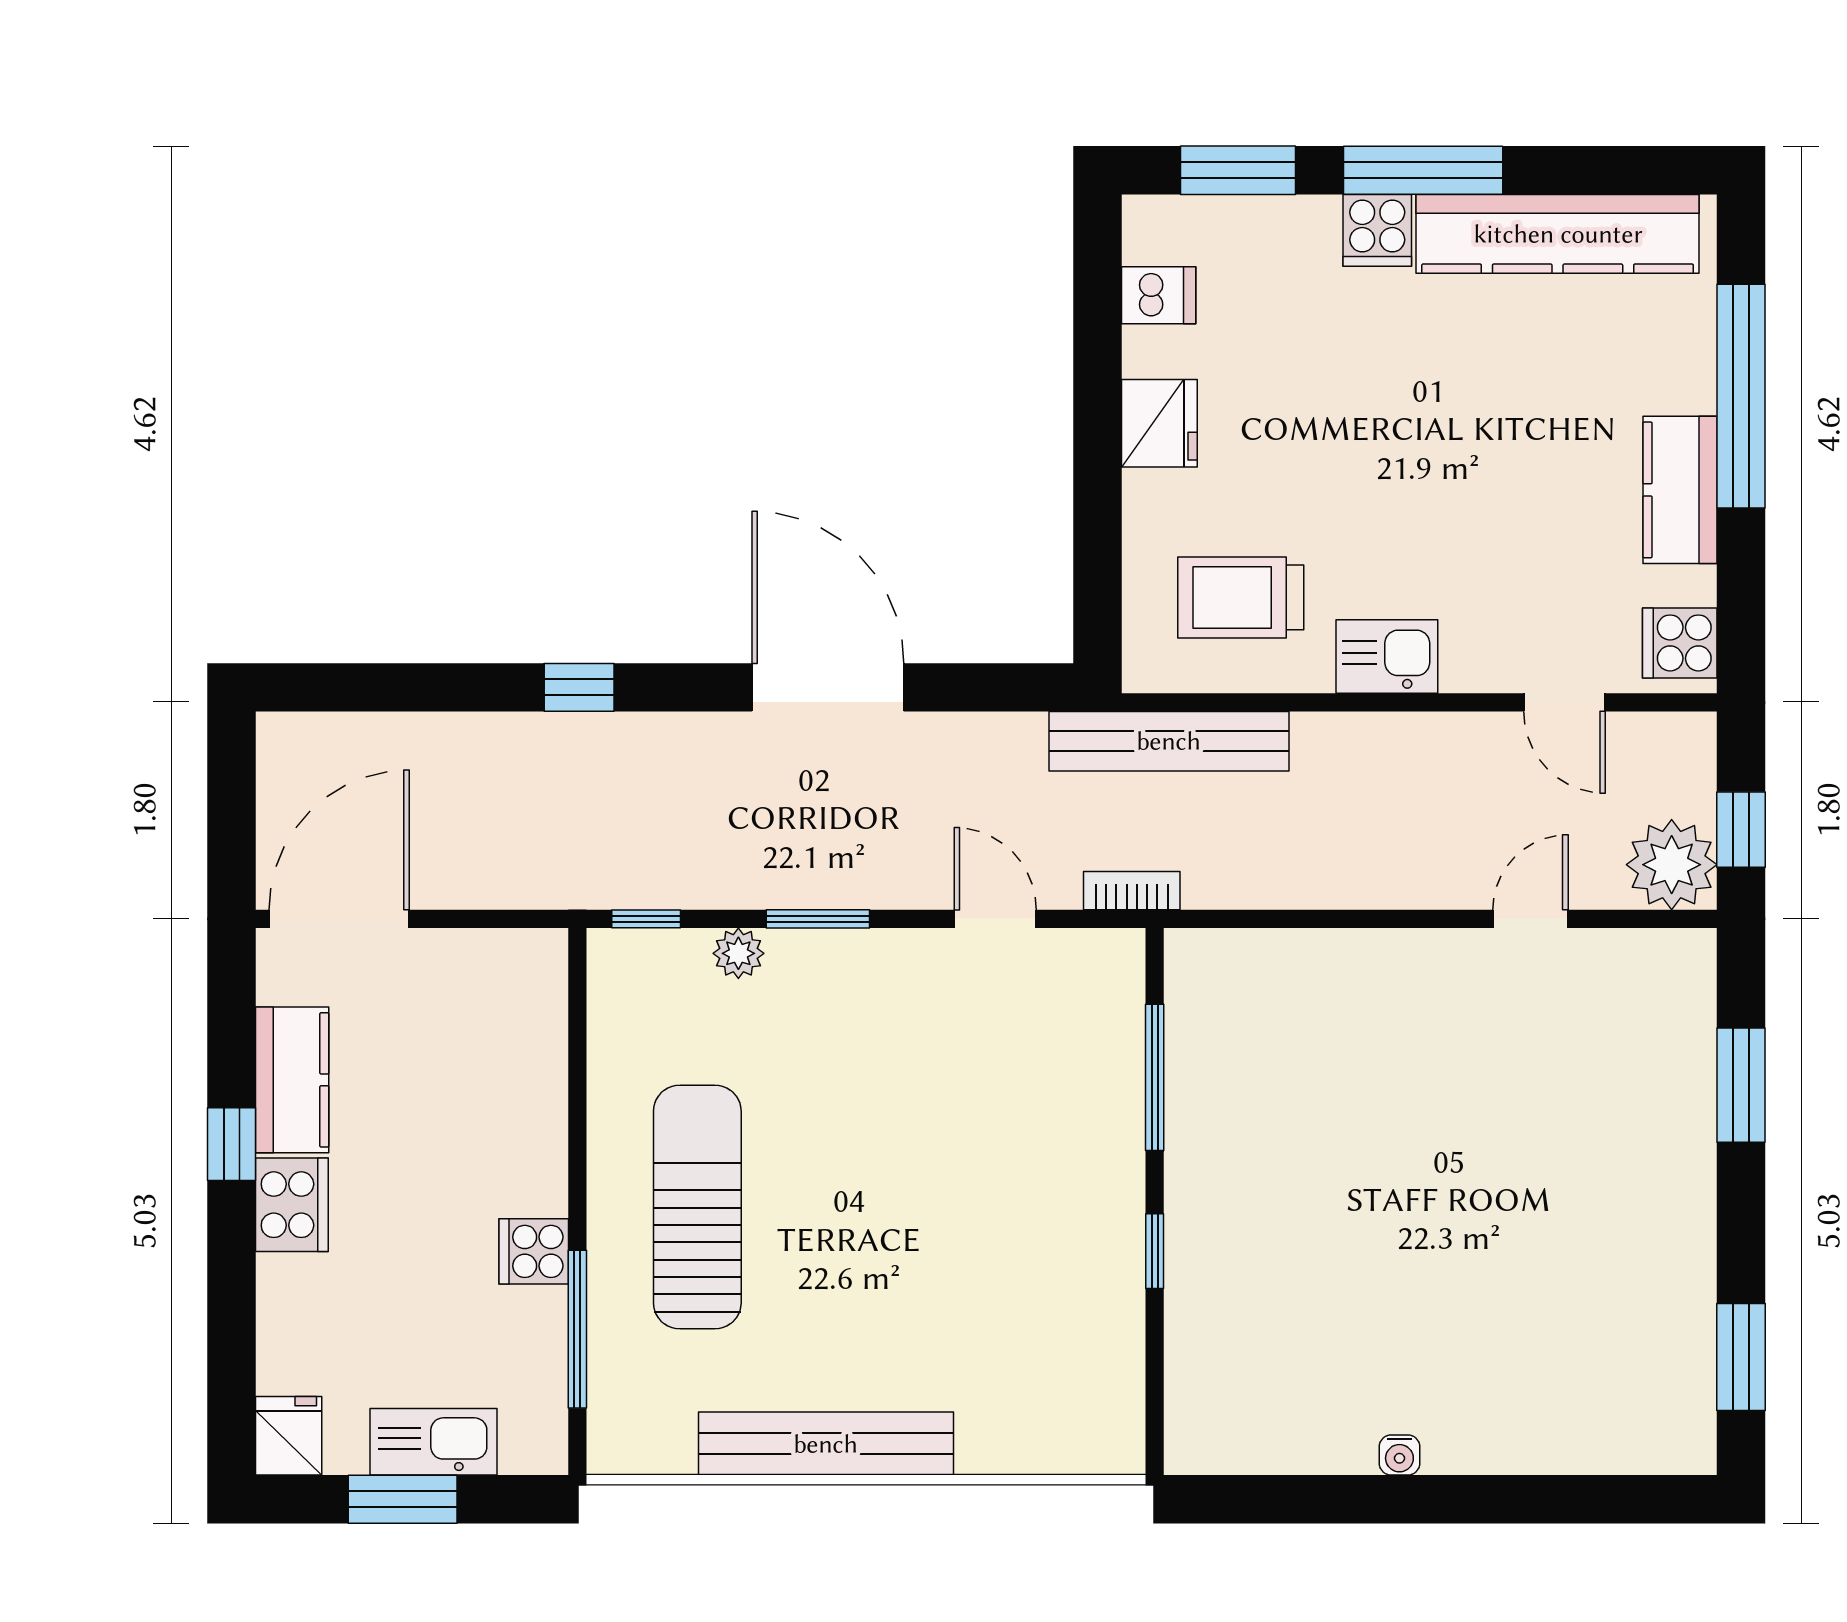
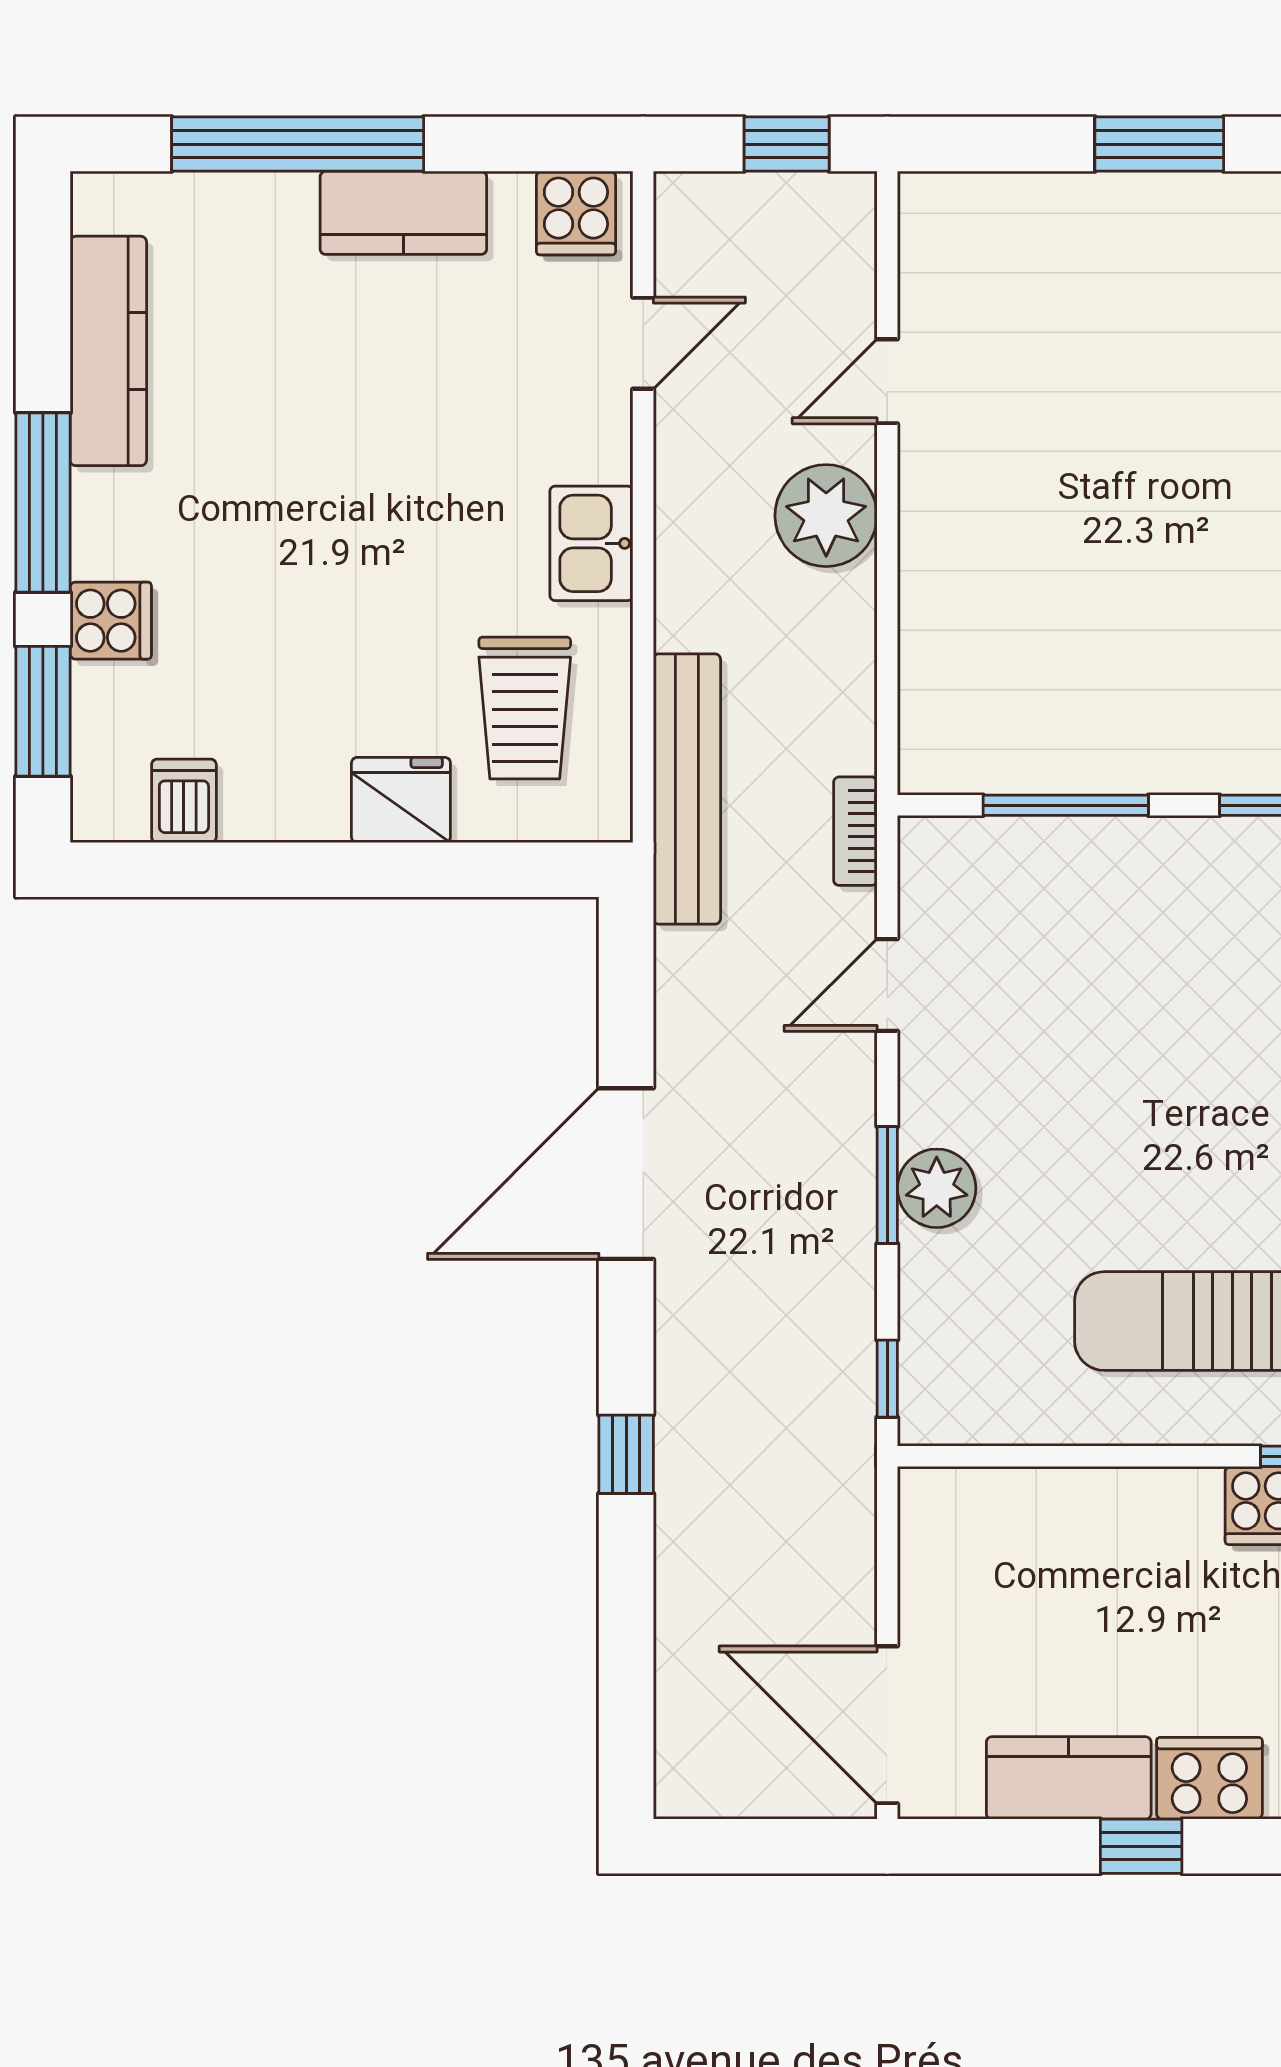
cooker: (1377, 230) -> (111, 621), moved
kitchen counter: (1558, 234) -> (108, 351), width x0.72, depth x0.86
fridge: (1159, 423) -> (401, 800), moved
plant: (1672, 865) -> (826, 516), moved
door: (1531, 919) -> (887, 381), hinge flipped
plant: (738, 953) -> (937, 1188), moved, width x1.38, depth x1.38
window: (1741, 1085) -> (1159, 144), moved

